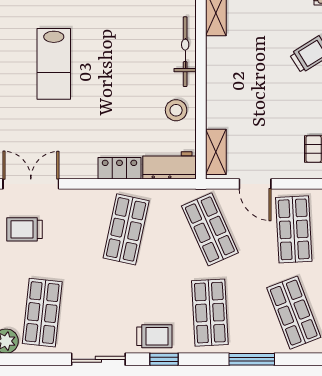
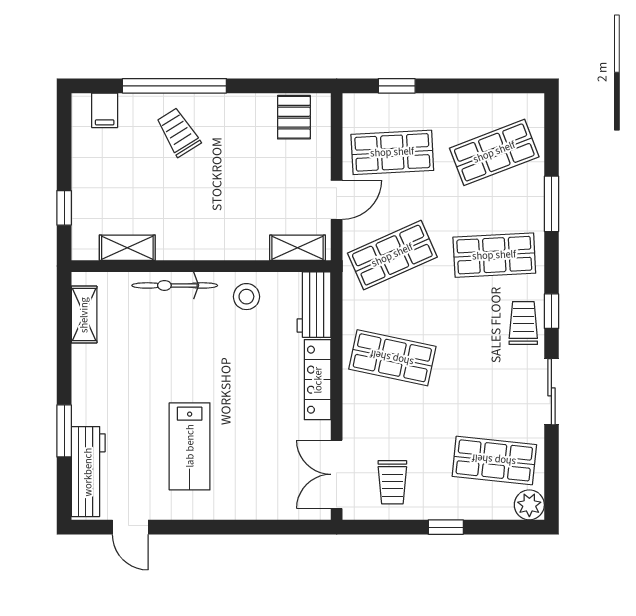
lab bench: (54, 64) -> (190, 446), turned 90
locker: (119, 168) -> (318, 380), width x1.53

